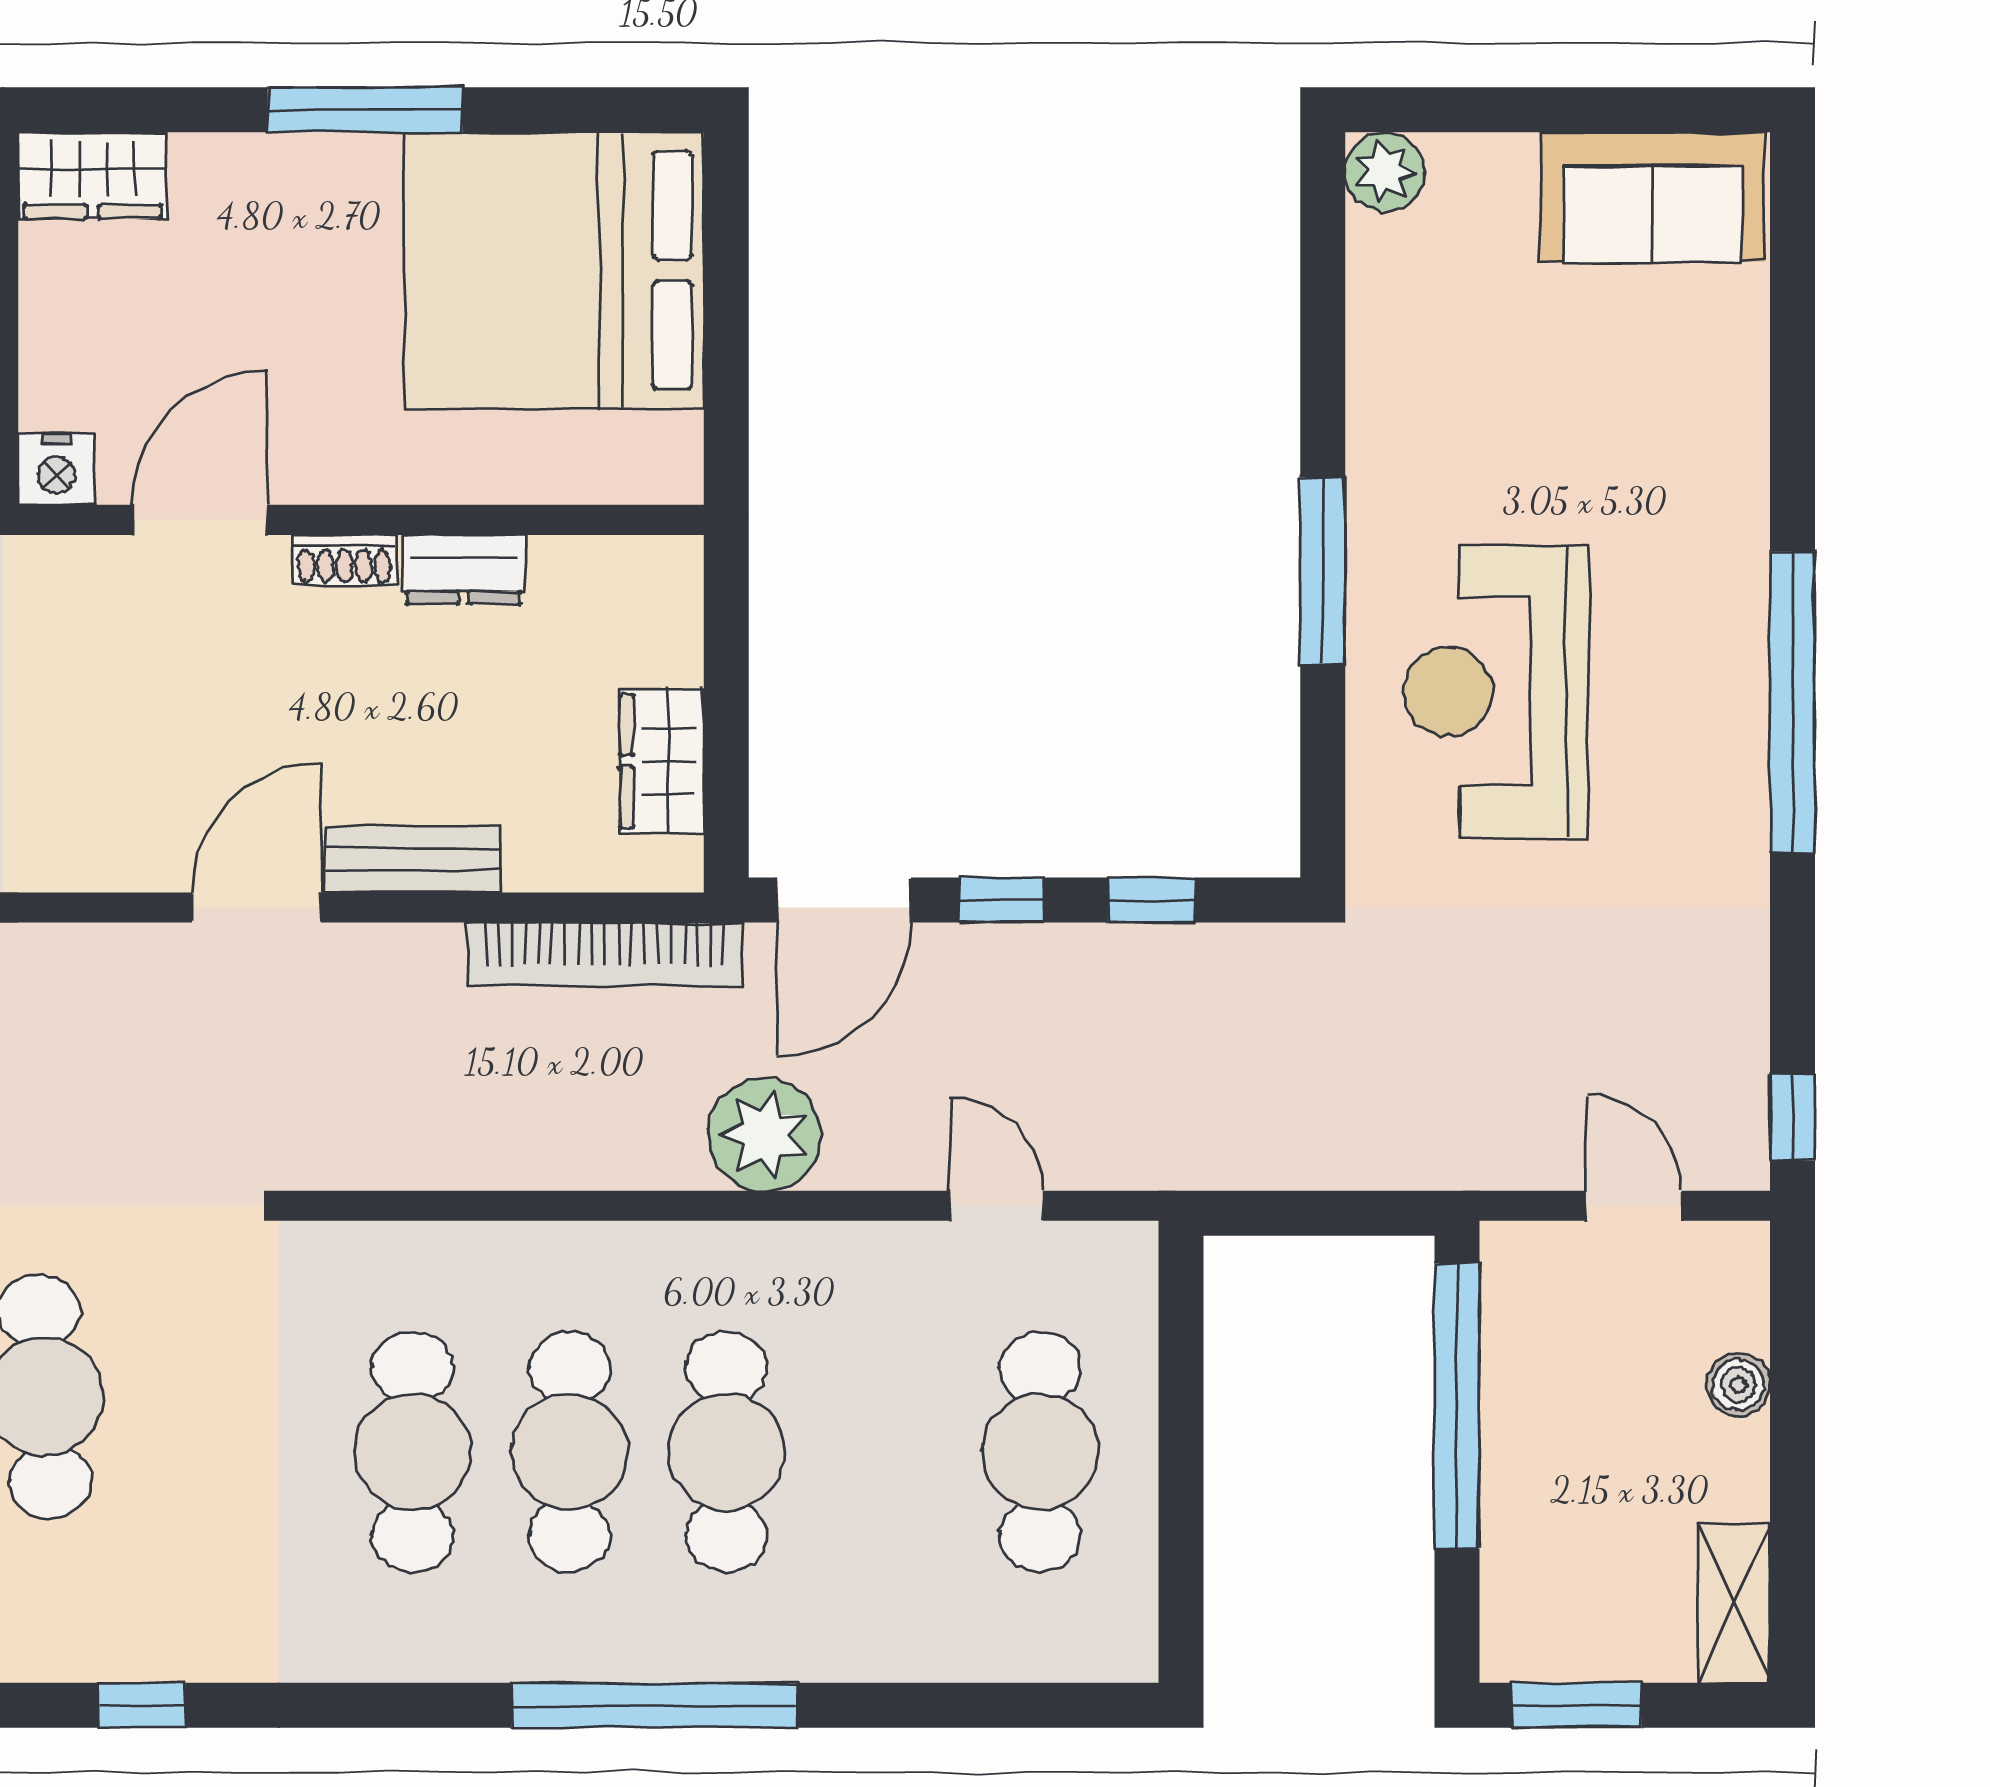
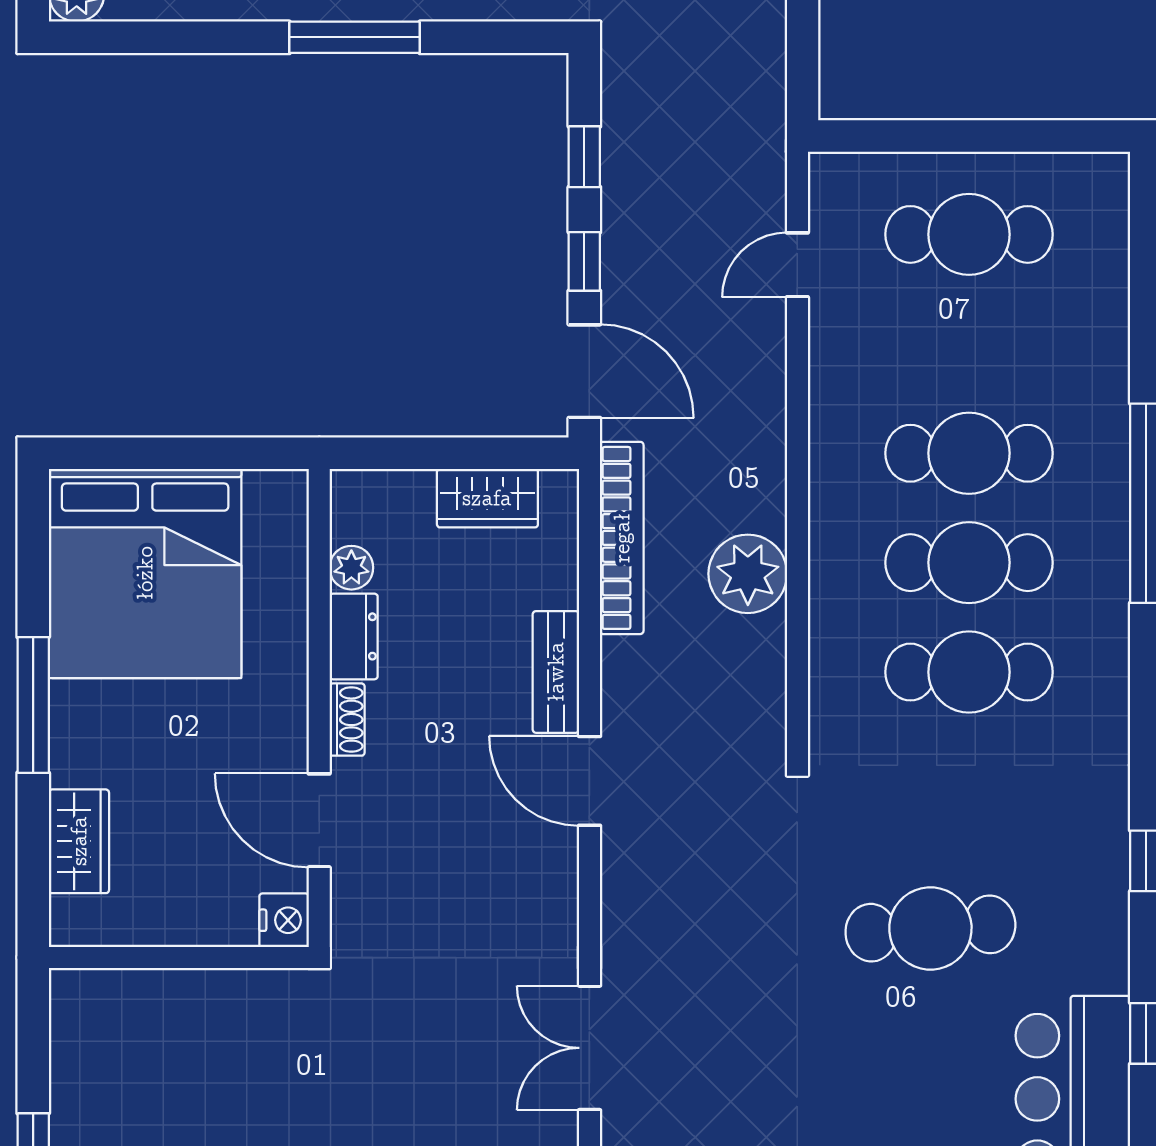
wardrobe: (92, 175) -> (79, 841), moved
plant: (562, 566) -> (351, 568), added
plant: (765, 1135) -> (748, 574), moved

